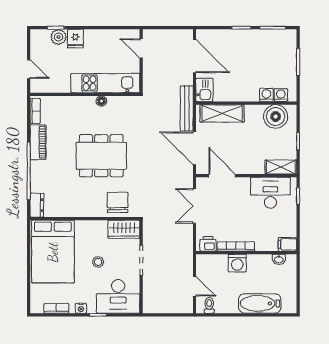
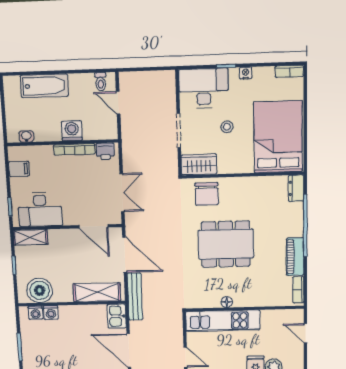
filing cabinet: (287, 244) -> (19, 169), moved
bookcase: (56, 308) -> (289, 71), moved

